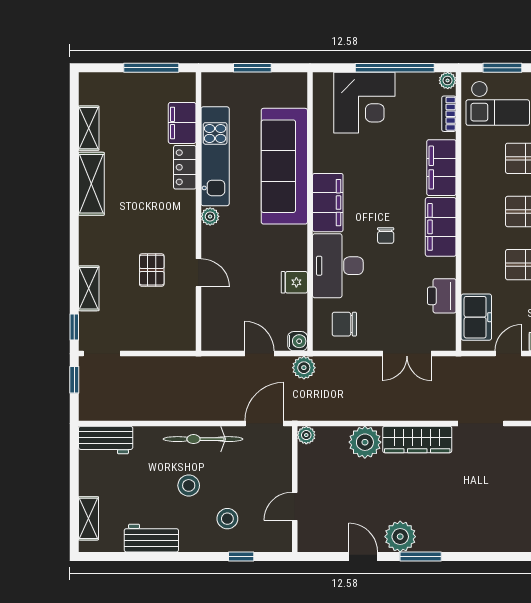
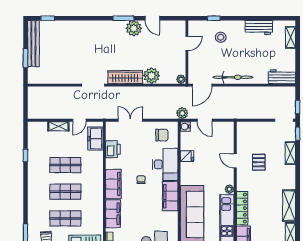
locker: (185, 167) -> (242, 208), width x1.53
stool: (189, 485) -> (240, 54), removed

